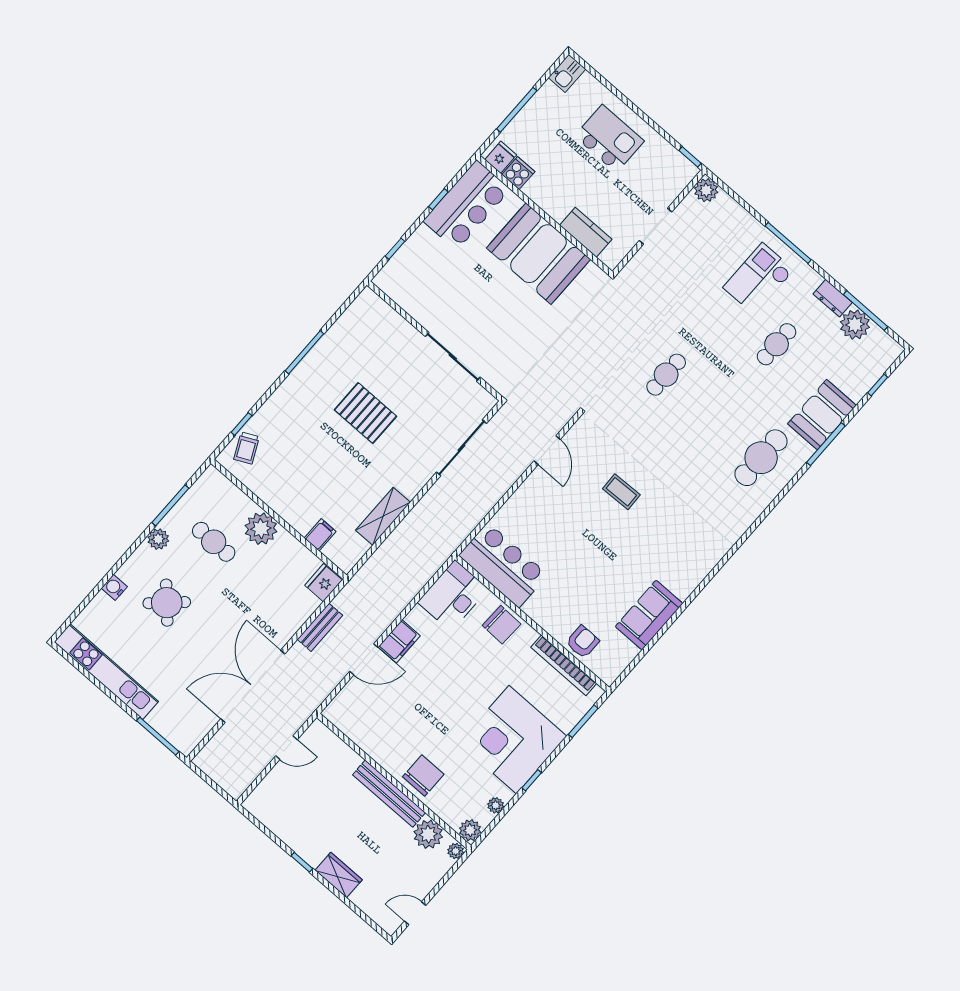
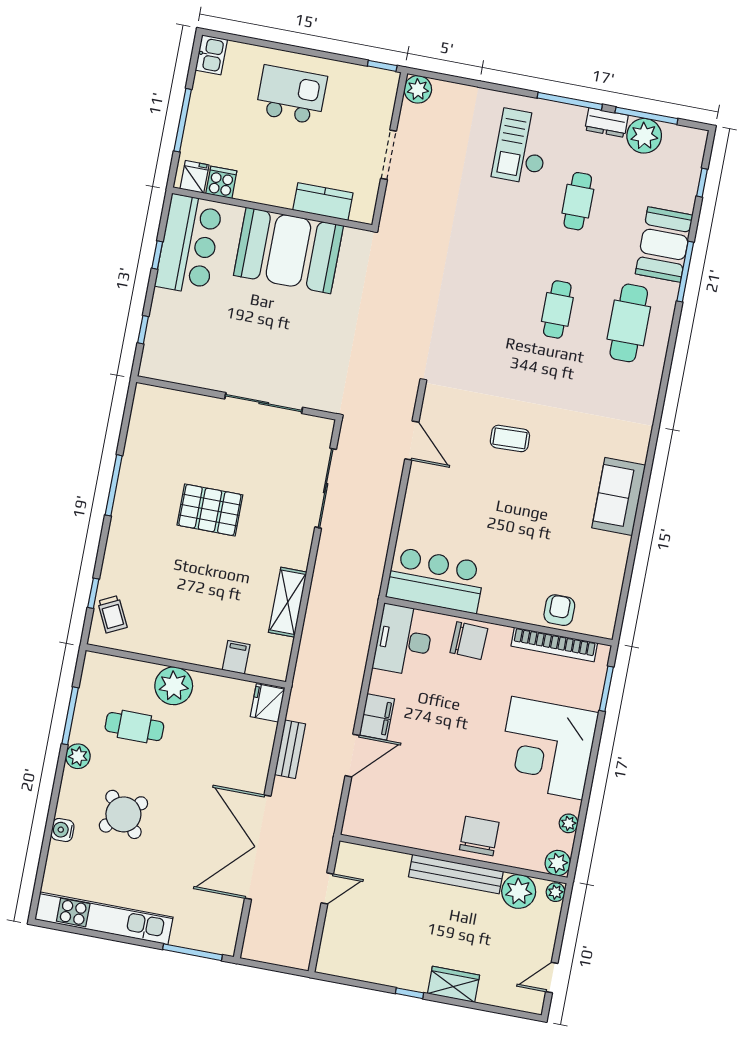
window: (788, 243) -> (570, 101), moved
cafe table: (666, 375) -> (557, 309), moved
sofa: (649, 615) -> (619, 496), moved
window: (532, 780) -> (590, 777), removed

